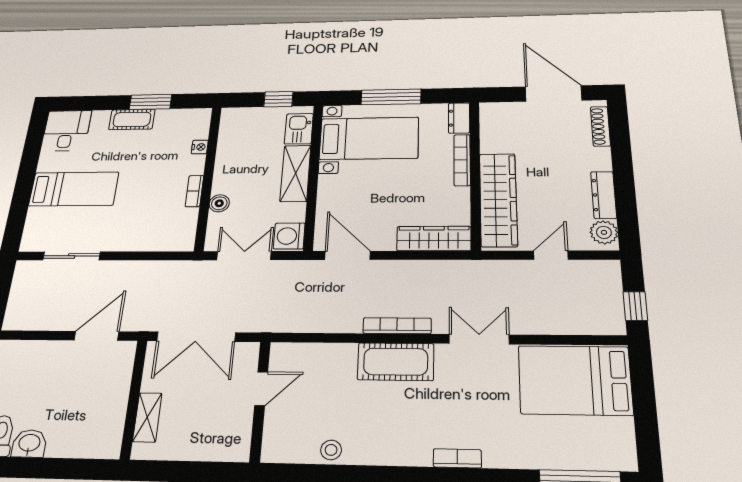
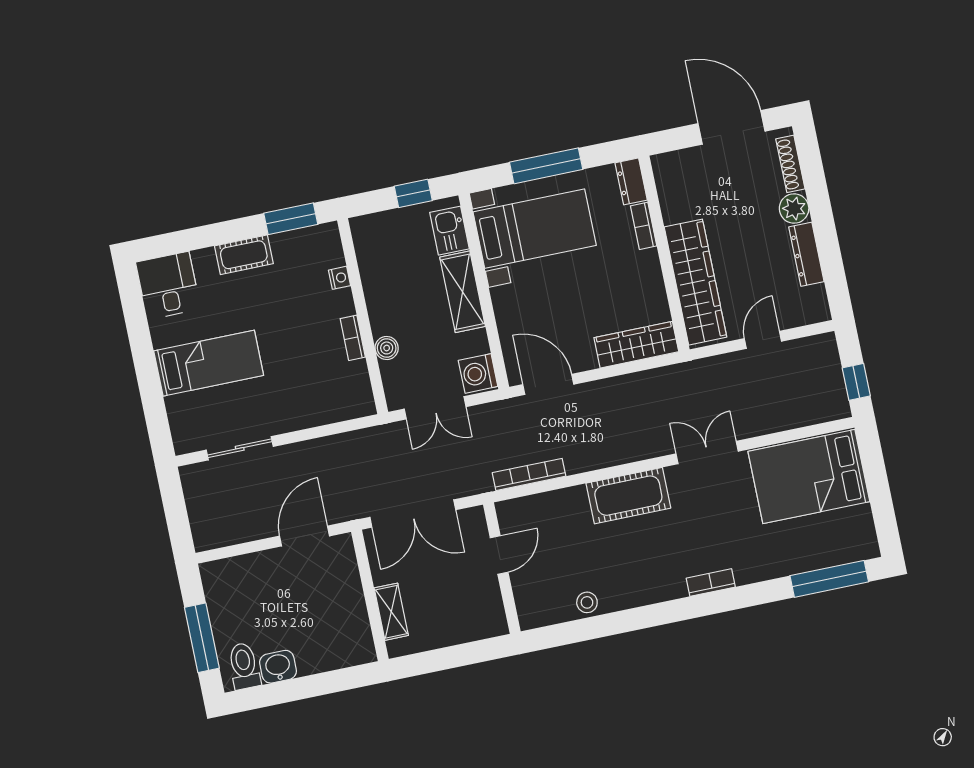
window: (151, 102) -> (291, 219), moved
bookcase: (462, 160) -> (644, 226), width x0.64
plant: (604, 232) -> (794, 208), moved
double door: (244, 256) -> (435, 408), swing flipped
bookcase: (397, 326) -> (529, 474), moved

